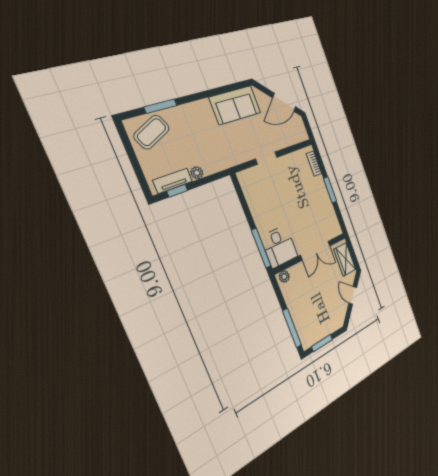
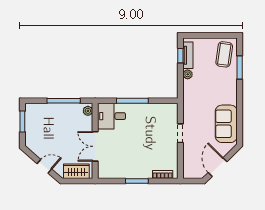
coffee table: (152, 132) -> (224, 54), turned 33
window: (261, 248) -> (132, 101), moved
window: (292, 328) -> (64, 101), moved

